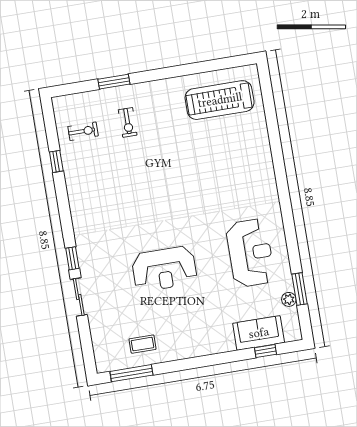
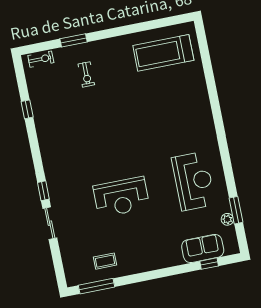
exercise bike: (83, 131) -> (41, 59), moved

